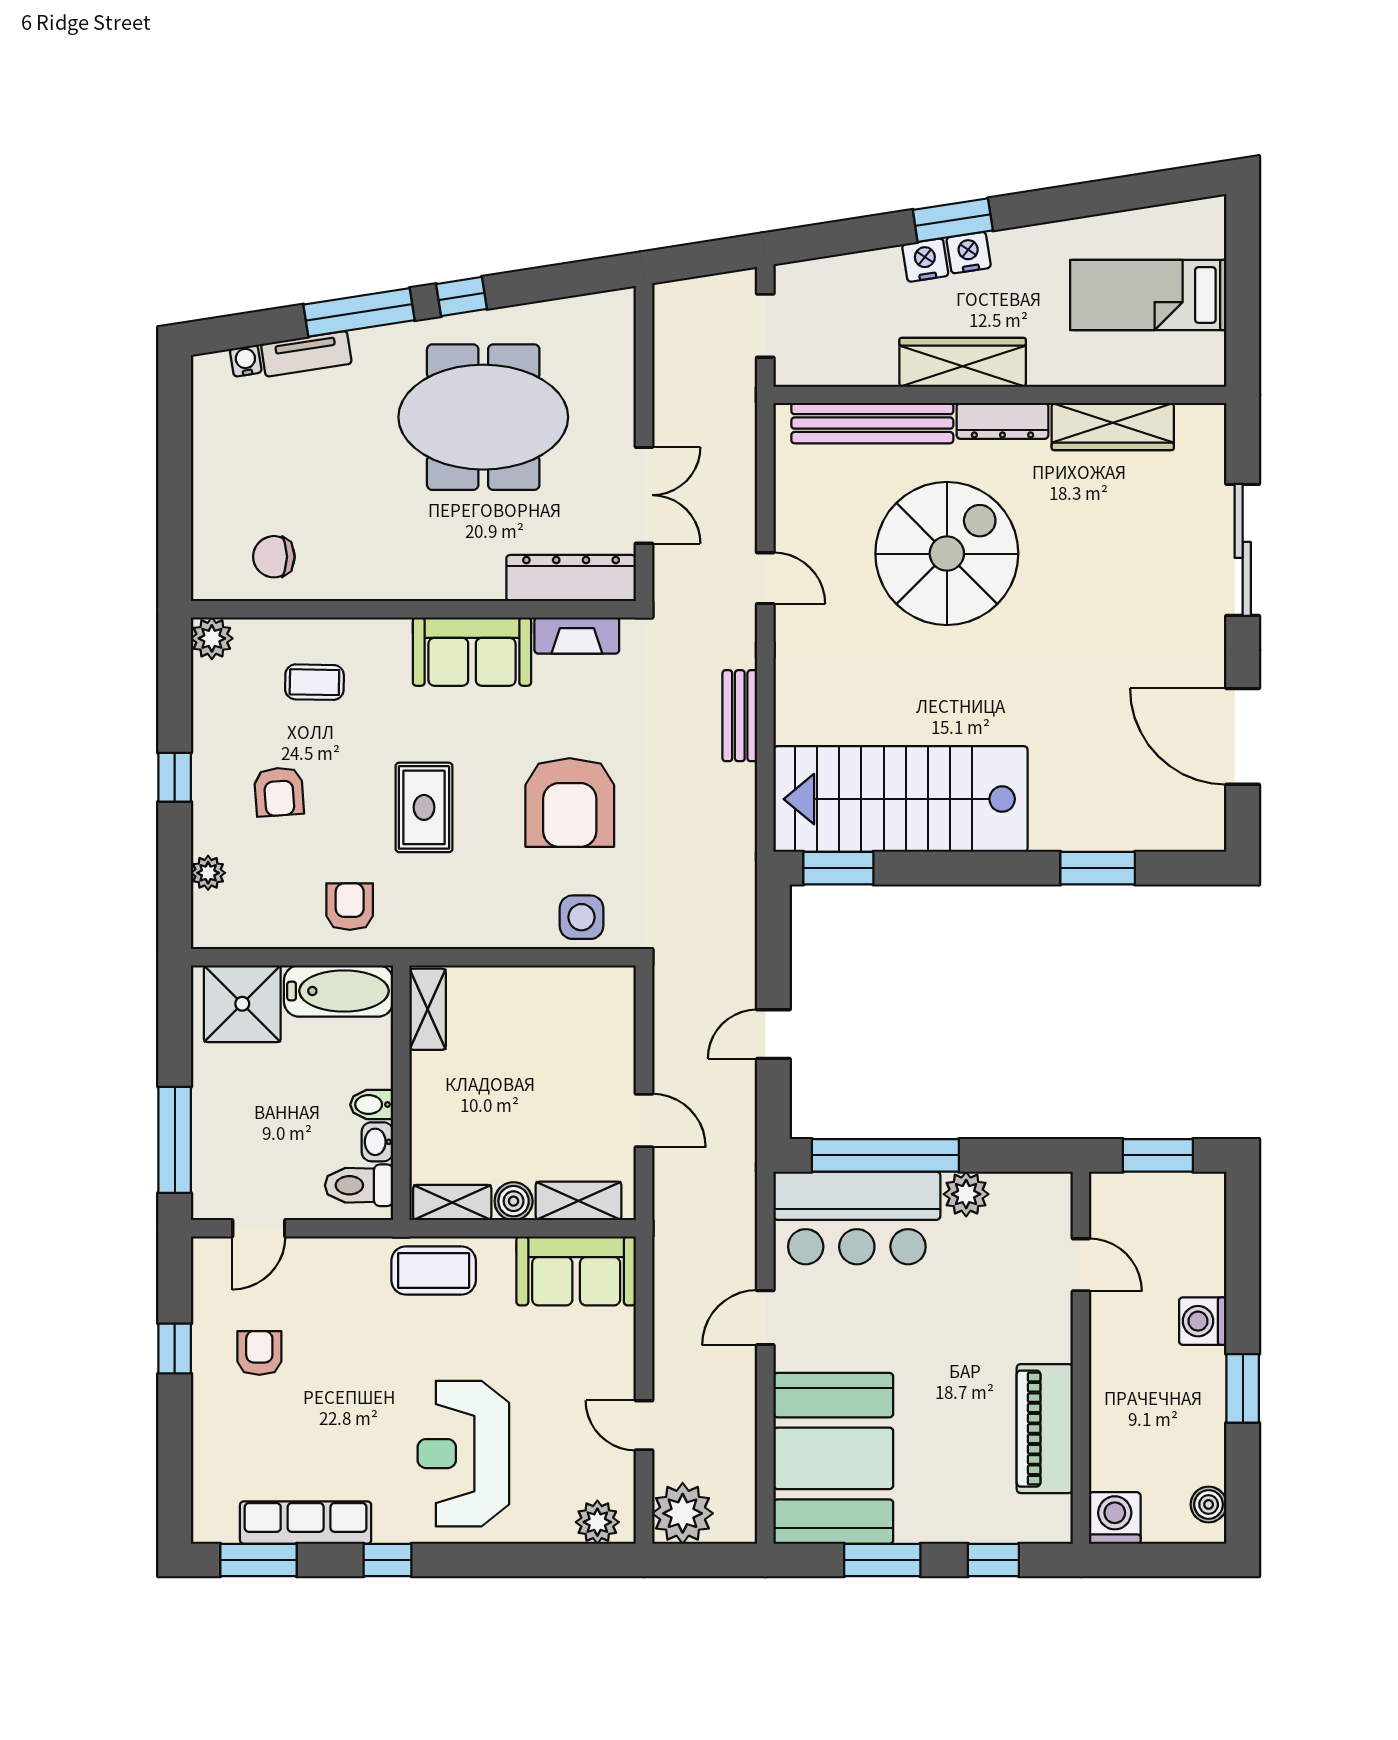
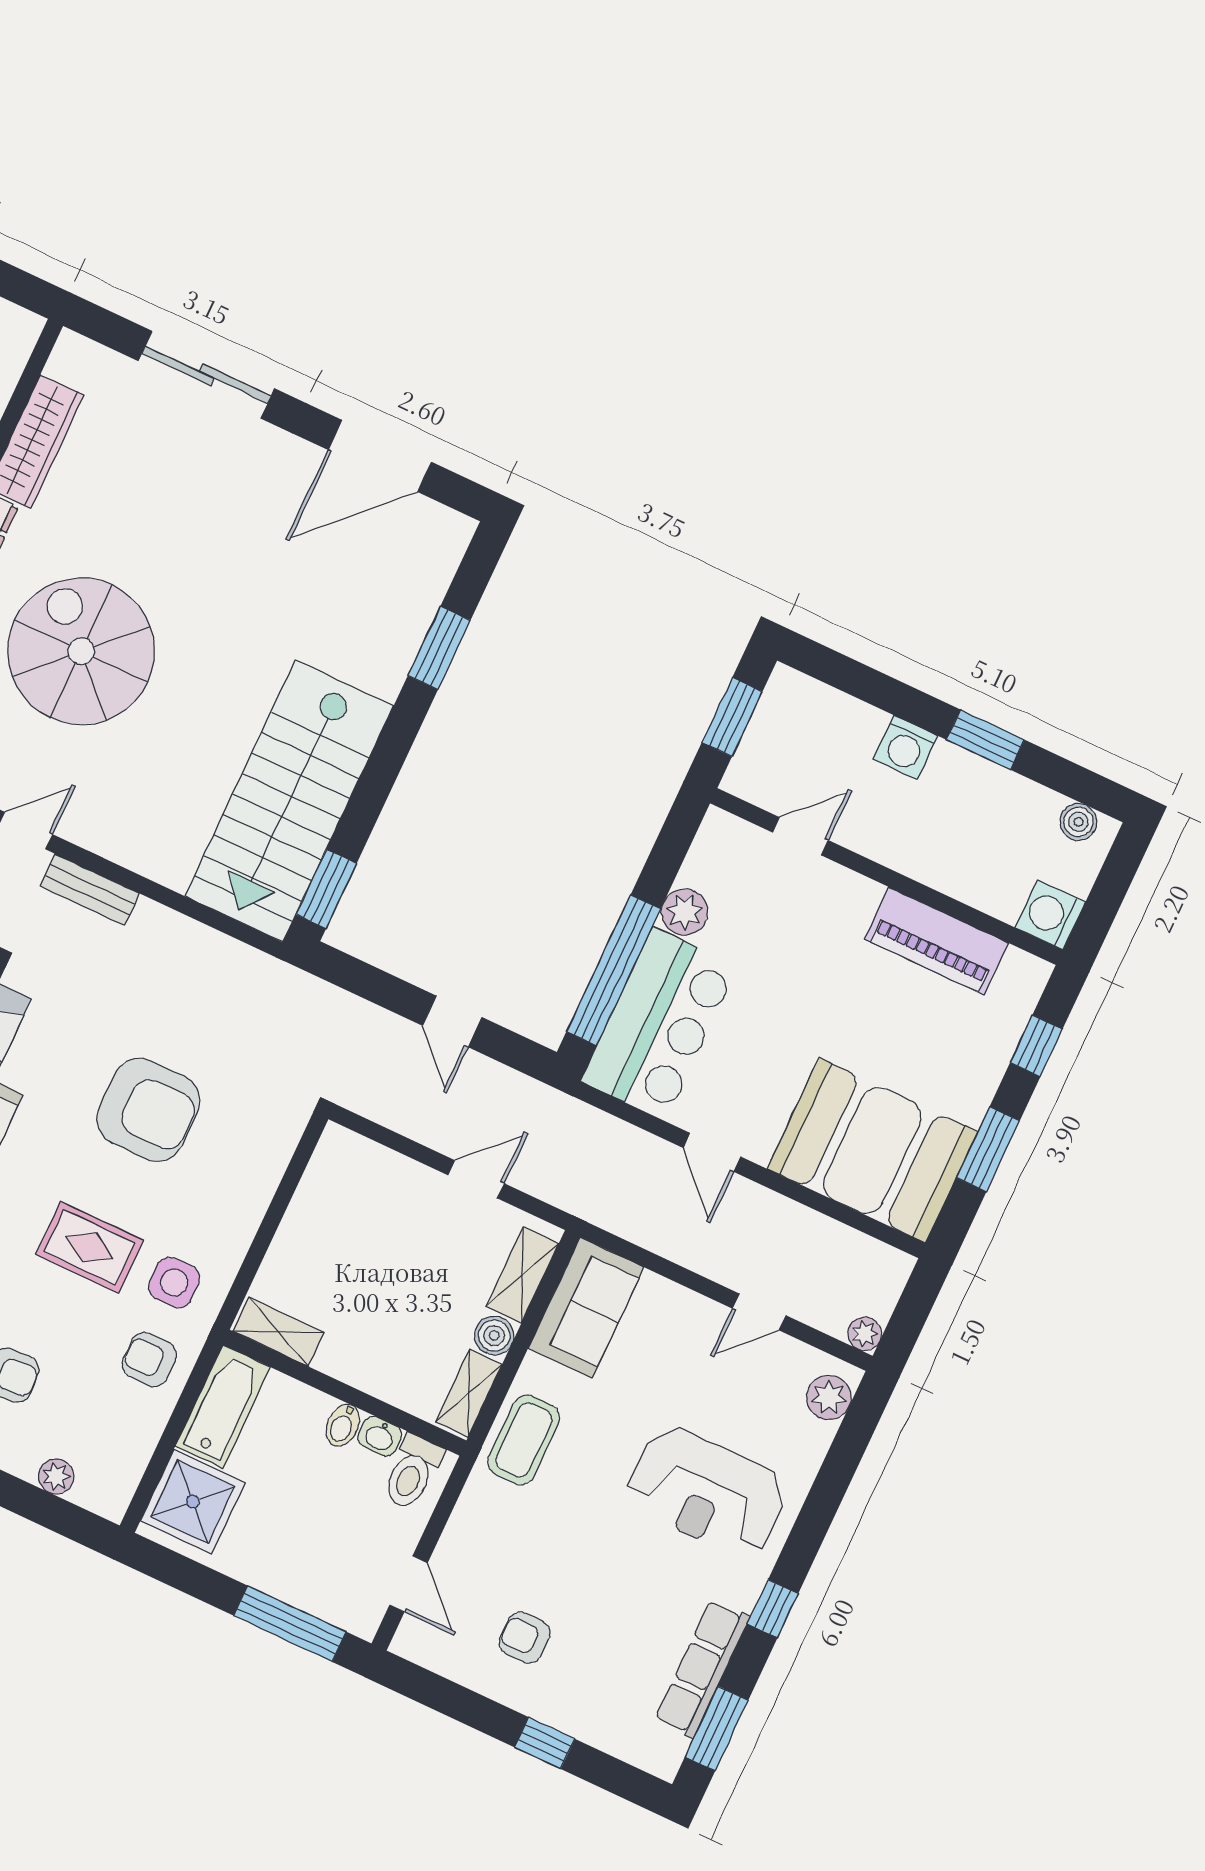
bench: (740, 716) -> (90, 890), moved
side table: (581, 917) -> (174, 1283), moved
window: (175, 1349) -> (545, 1743), moved
plant: (683, 1513) -> (865, 1334), width x0.53, depth x0.53

